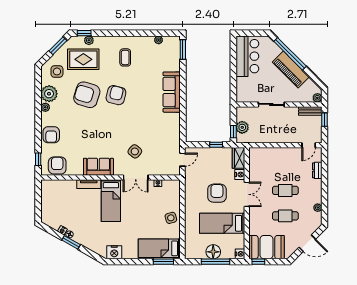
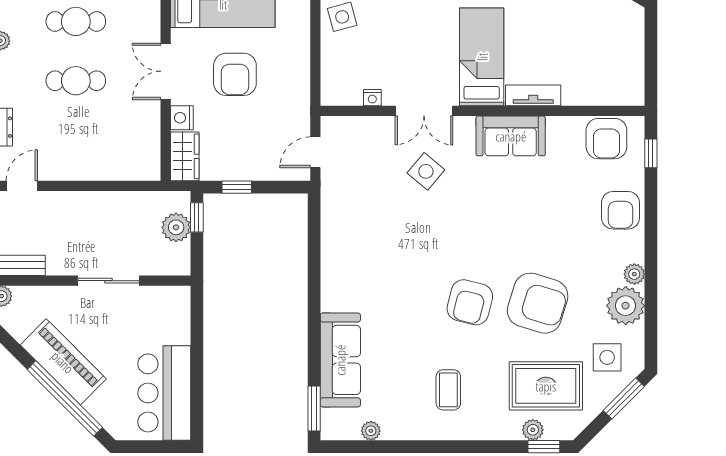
window: (58, 46) -> (624, 398), moved
sofa: (172, 92) -> (340, 360), moved
armchair: (51, 135) -> (621, 210), turned 180
double door: (136, 177) -> (424, 111), swing flipped

